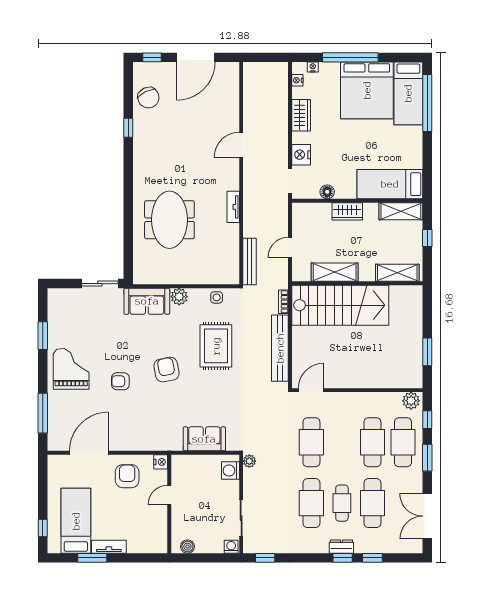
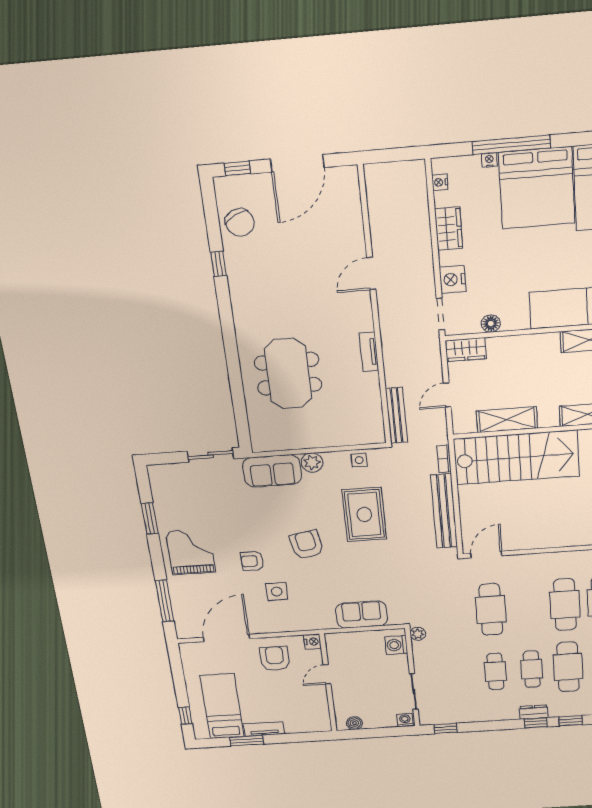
nightstand: (313, 67) -> (489, 160), moved
wardrobe: (347, 211) -> (466, 350), moved
side table: (137, 411) -> (277, 592), added
cafe table: (311, 503) -> (495, 671), width x0.73, depth x0.74

